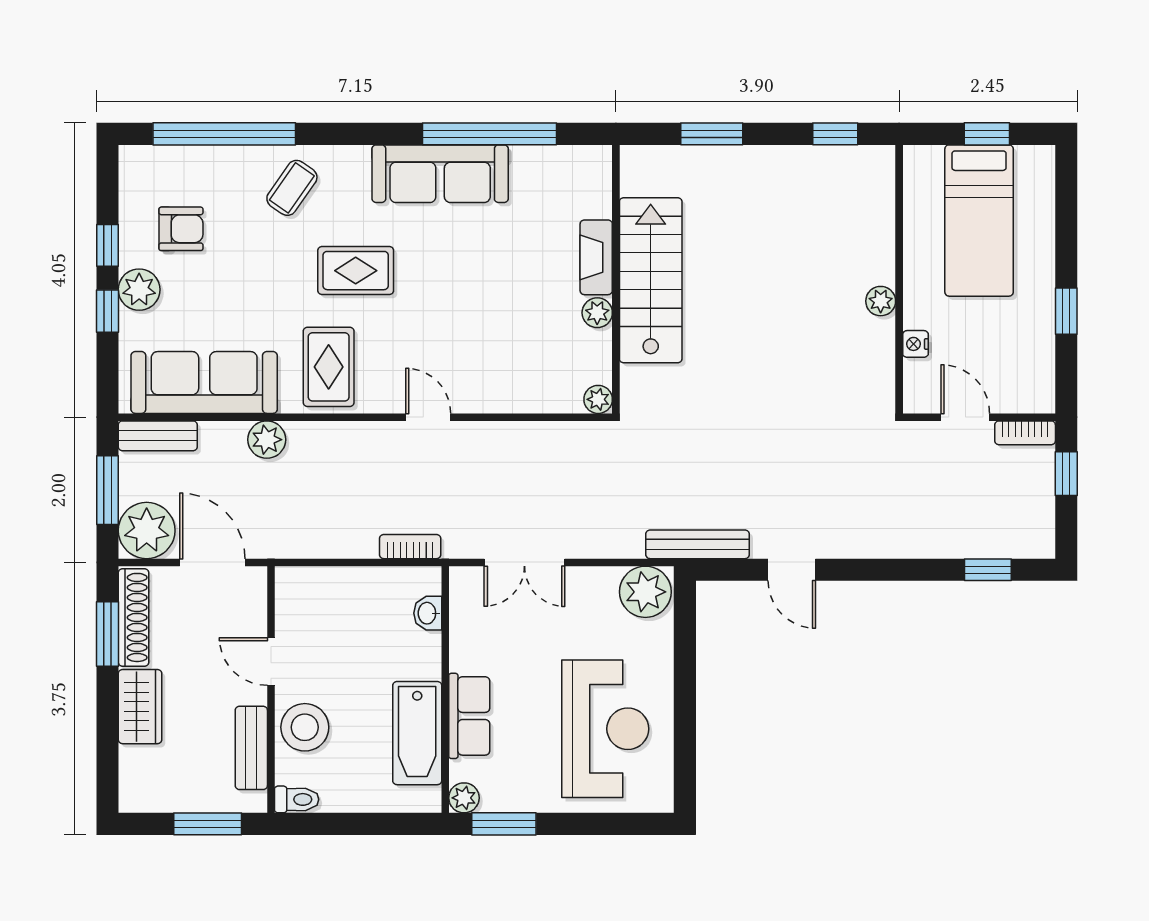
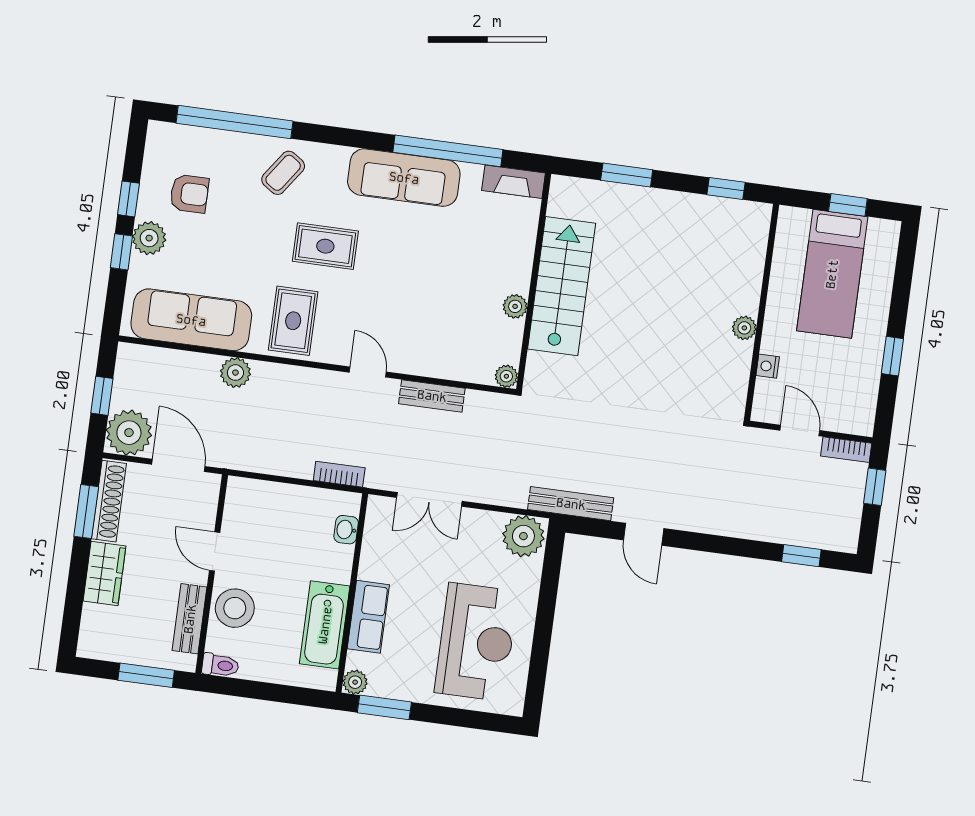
fireplace: (596, 257) -> (514, 182), moved, turned -90
bench: (158, 436) -> (432, 396), moved
window: (107, 490) -> (102, 396), width x0.67

